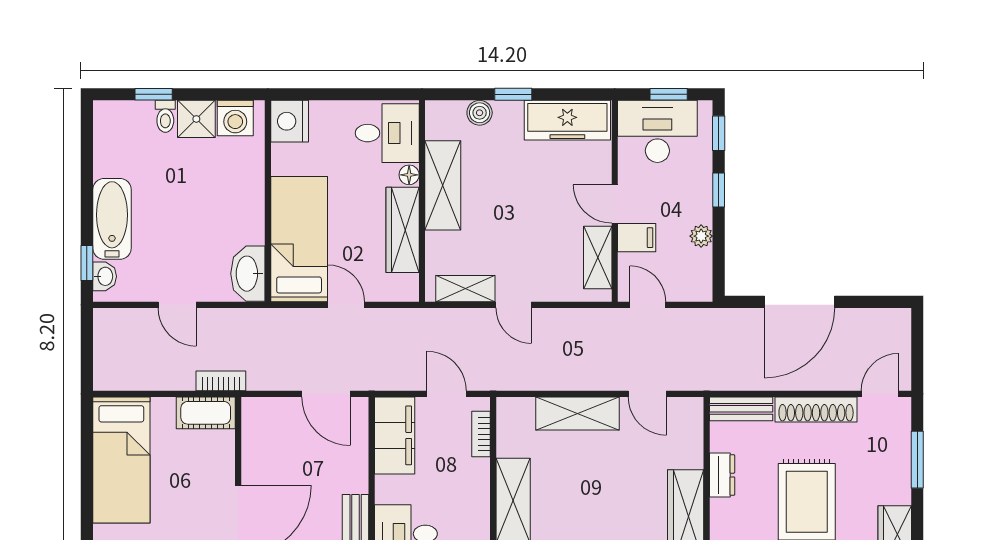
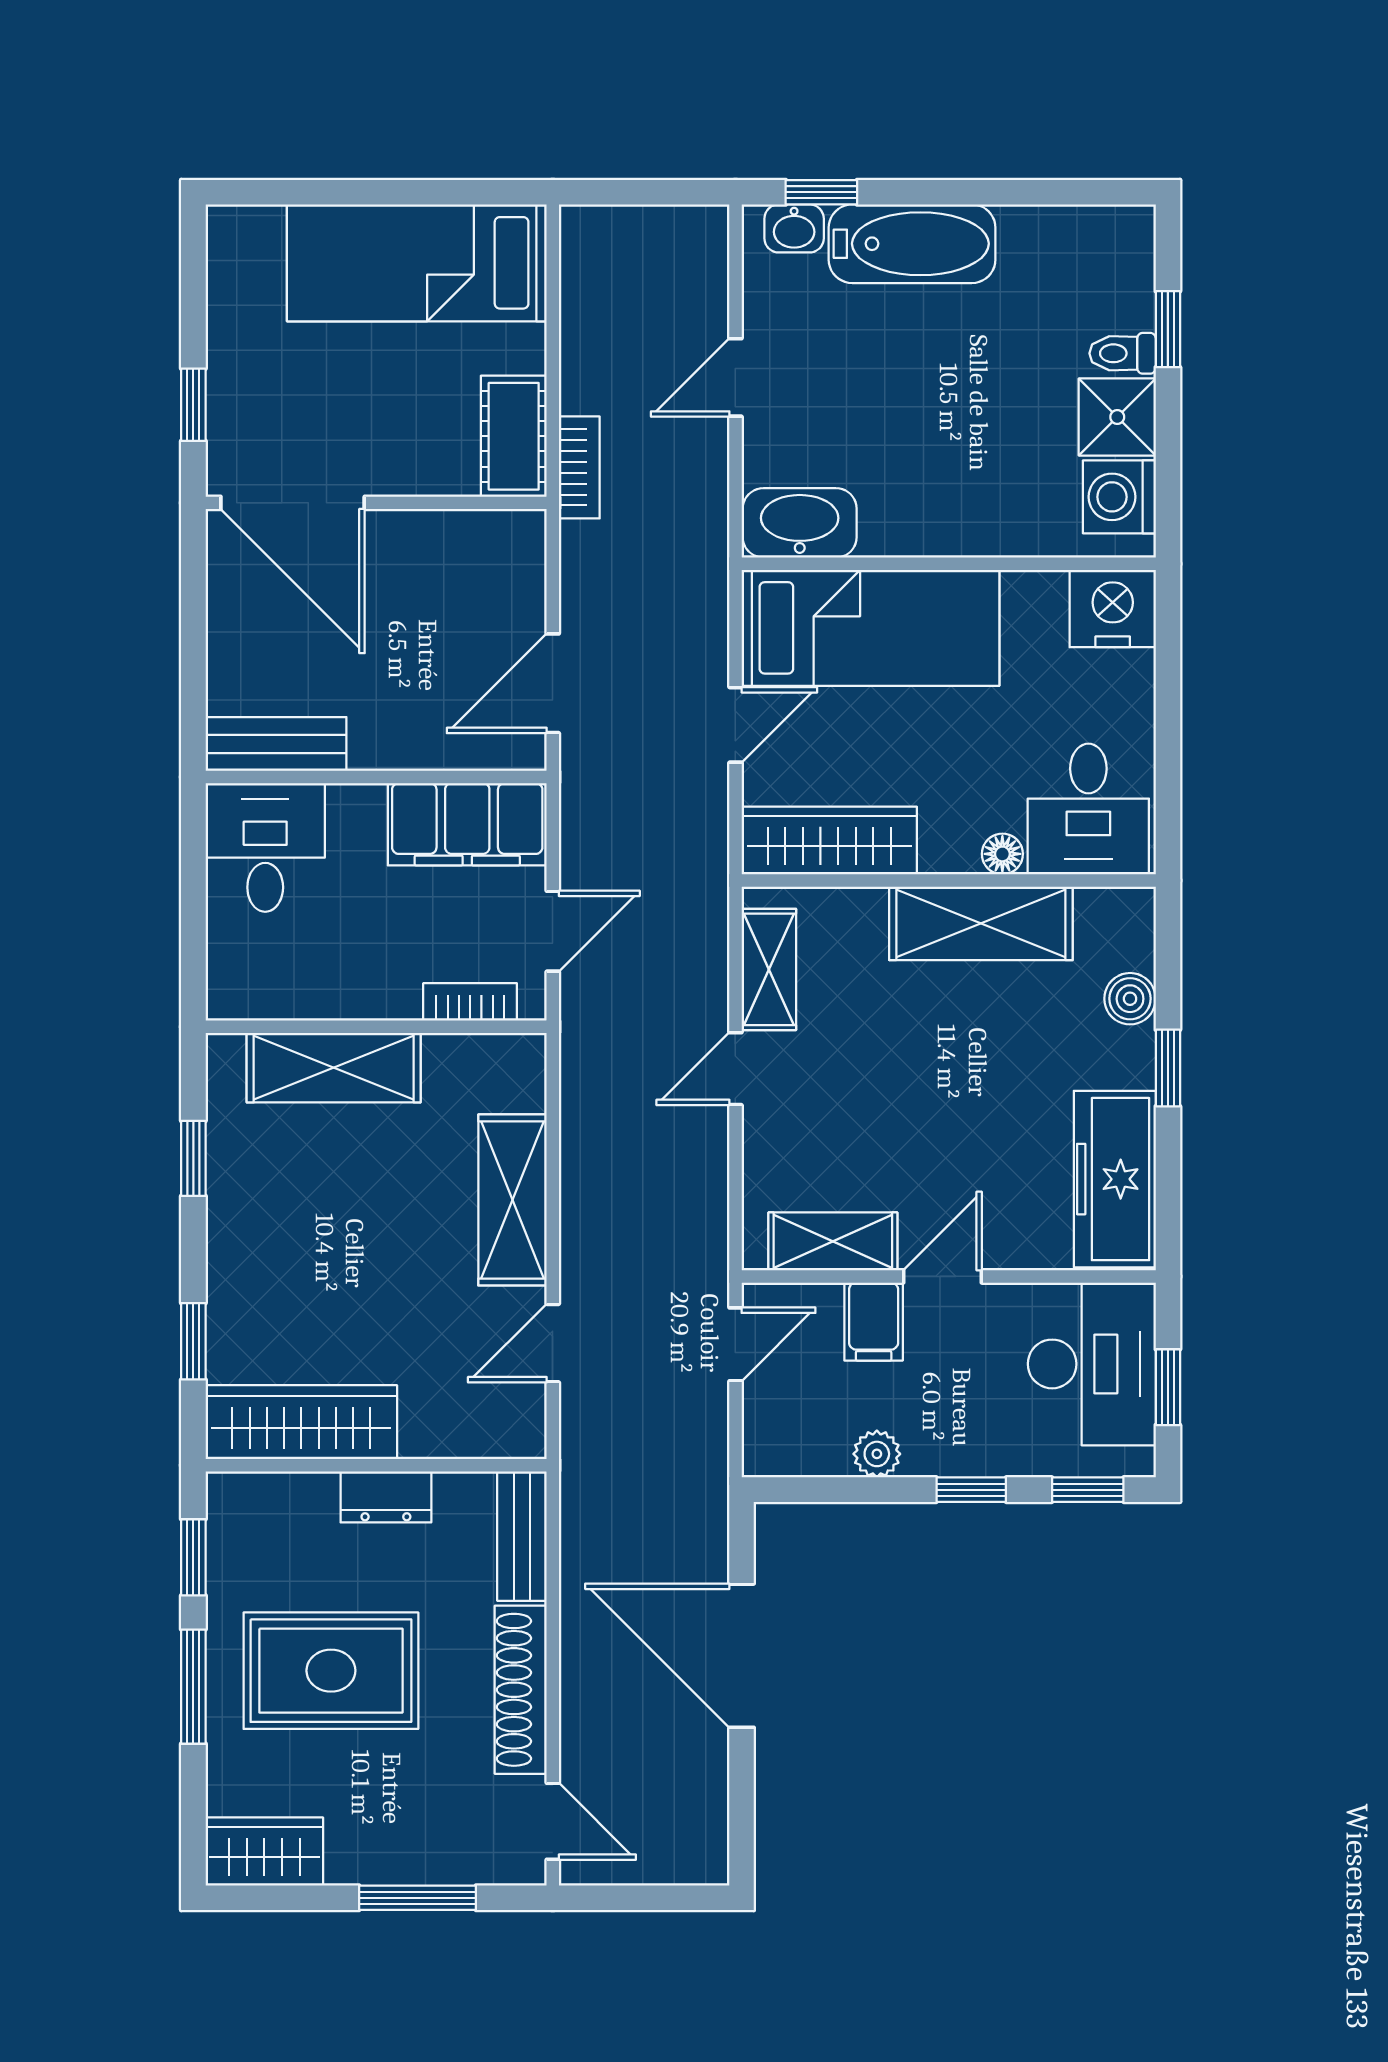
wardrobe: (403, 230) -> (829, 841), moved

